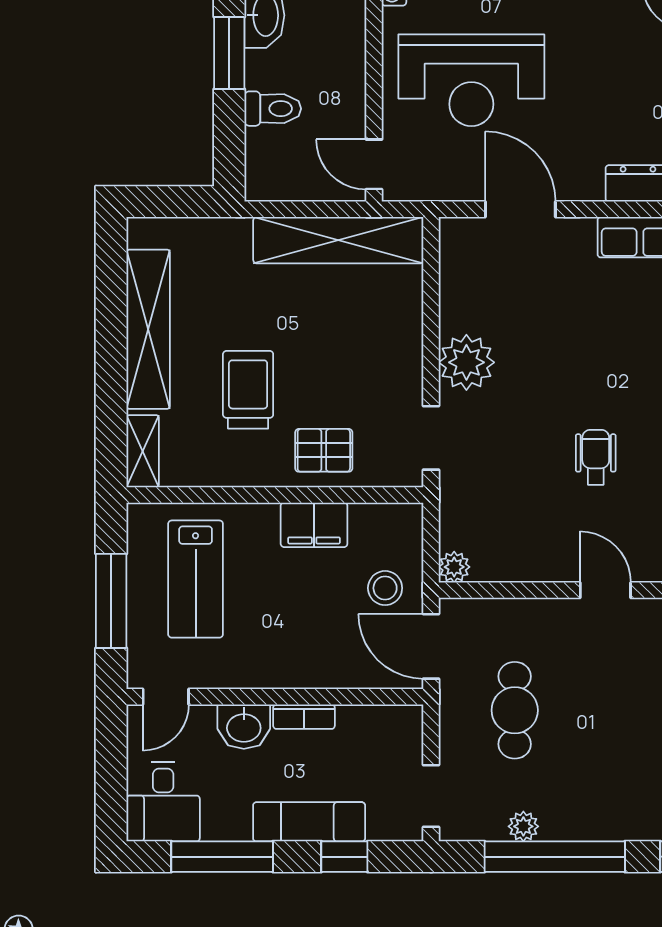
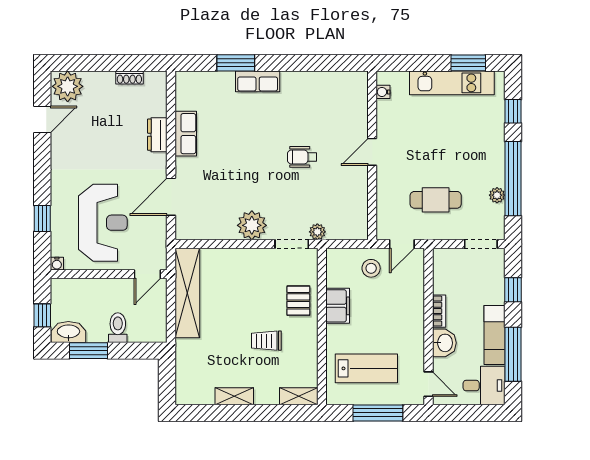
shelving: (148, 329) -> (234, 396), width x0.45, depth x0.75
trolley: (248, 390) -> (266, 341), width x0.73, depth x0.72
plant: (454, 567) -> (317, 232), moved
door: (431, 646) -> (402, 244), width x0.73
exam couch: (309, 822) -> (495, 335), moved

